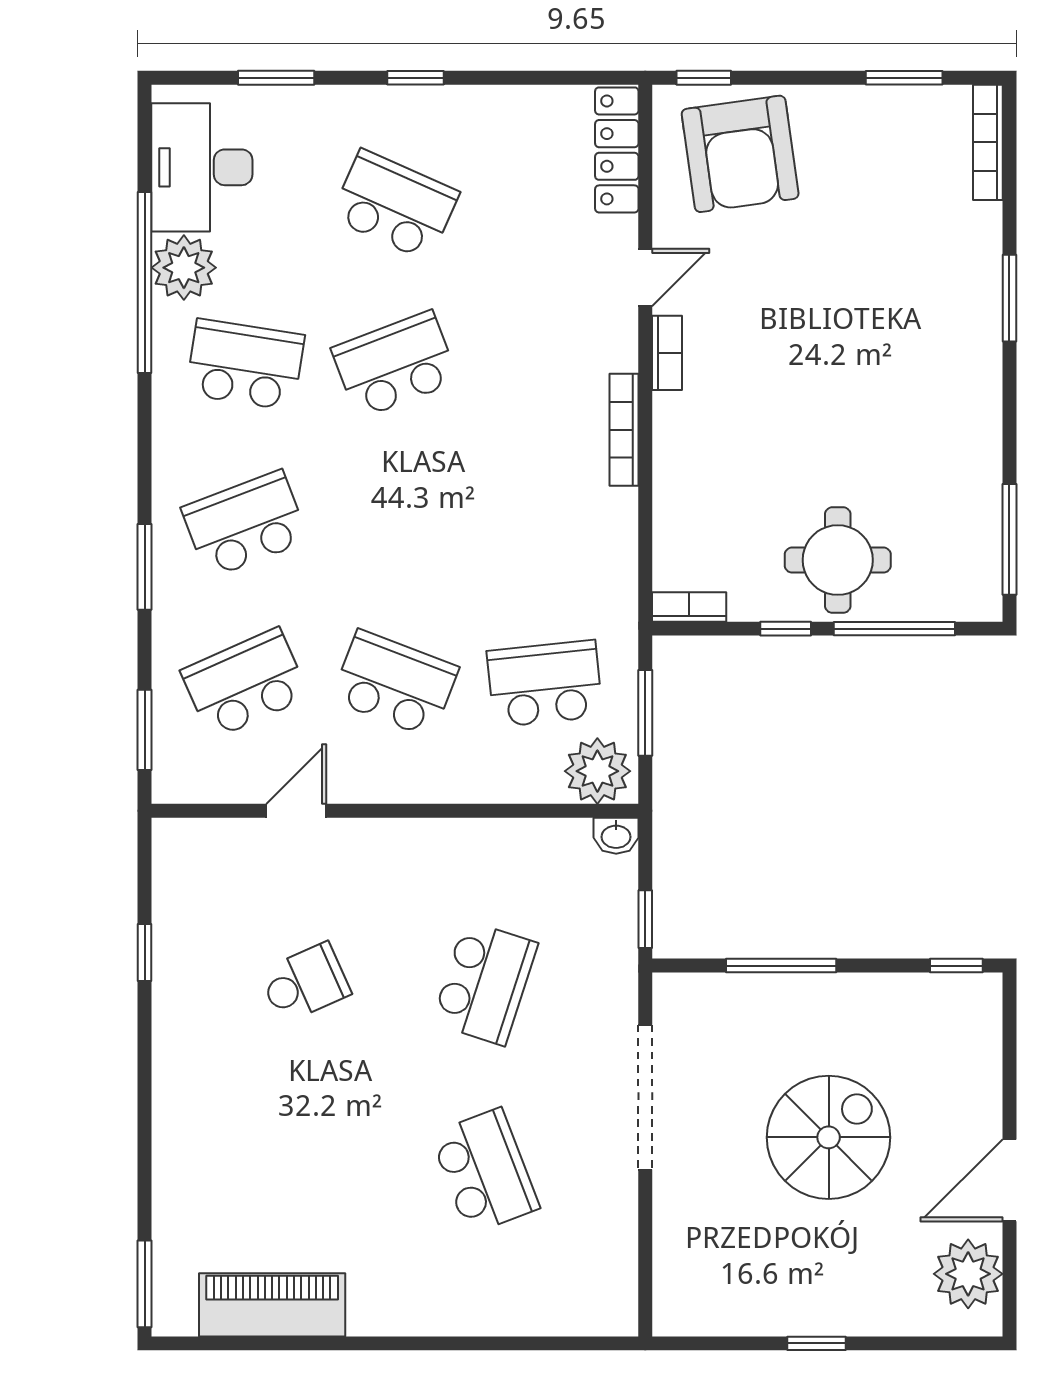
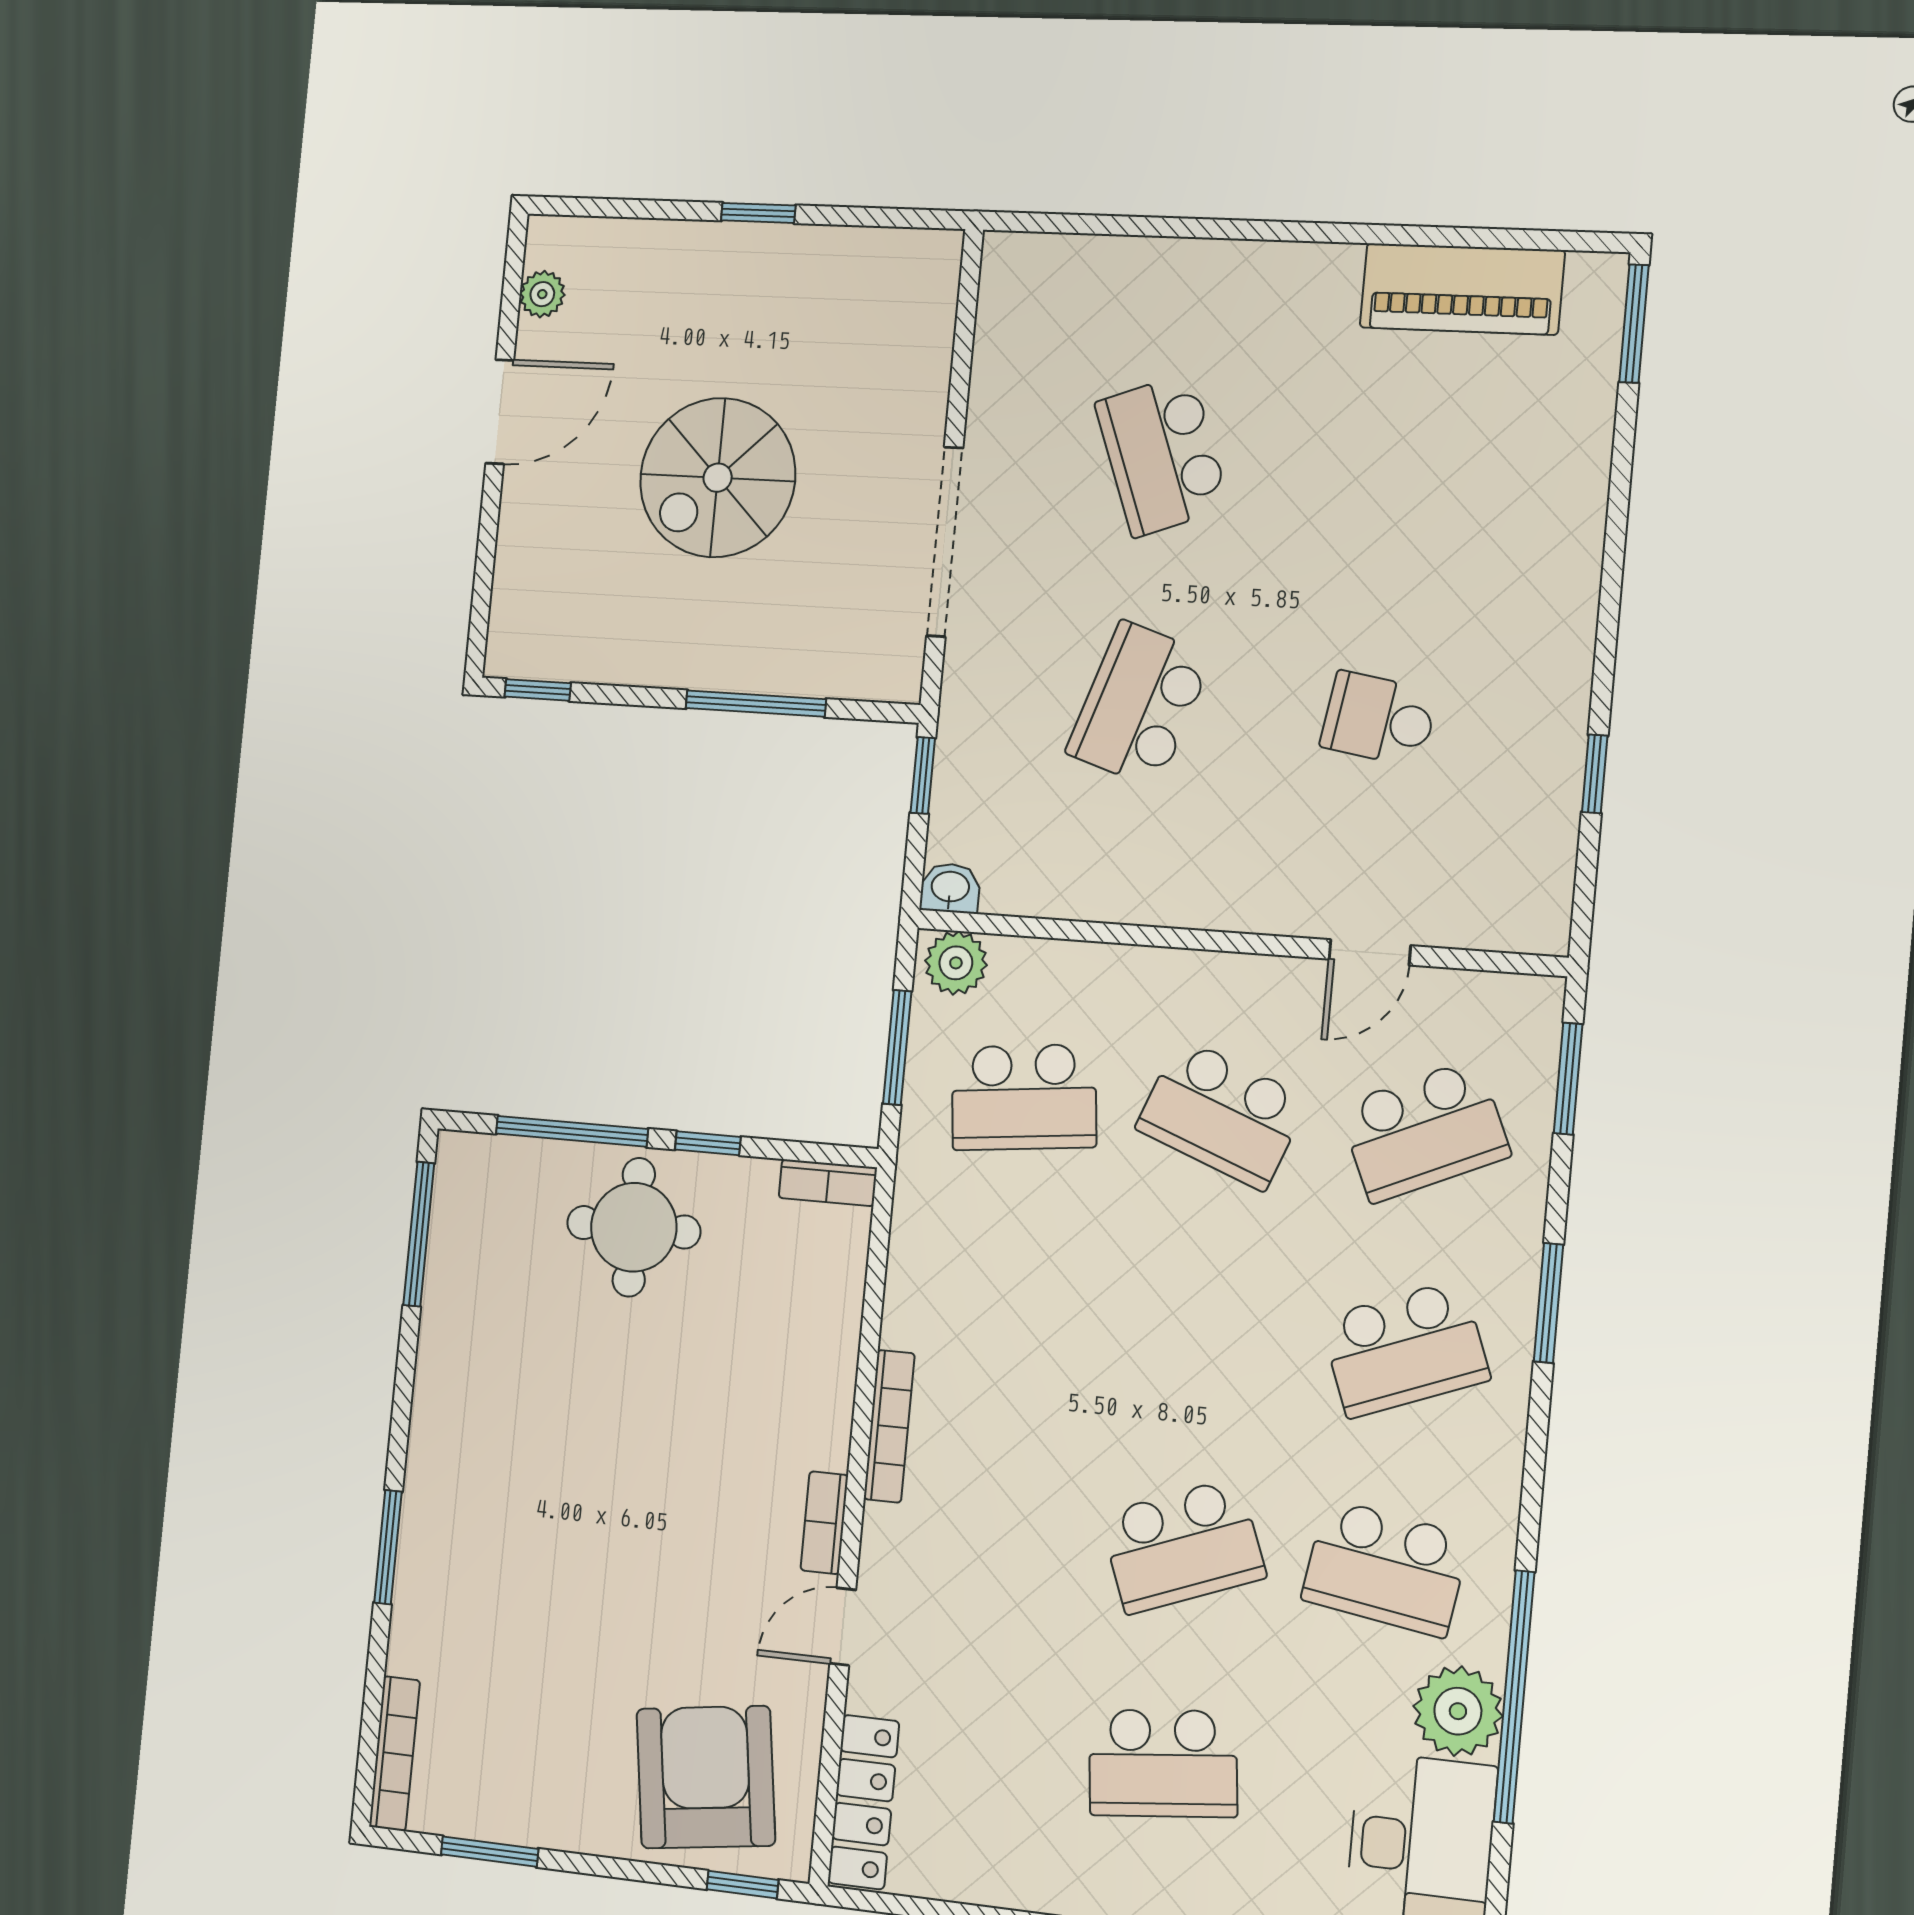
school desk: (395, 205) -> (1163, 1763), turned -30
plant: (597, 771) -> (956, 963), width x0.73, depth x0.73
school desk: (305, 983) -> (1379, 719), turned 33
plant: (968, 1274) -> (542, 294), width x0.53, depth x0.53

